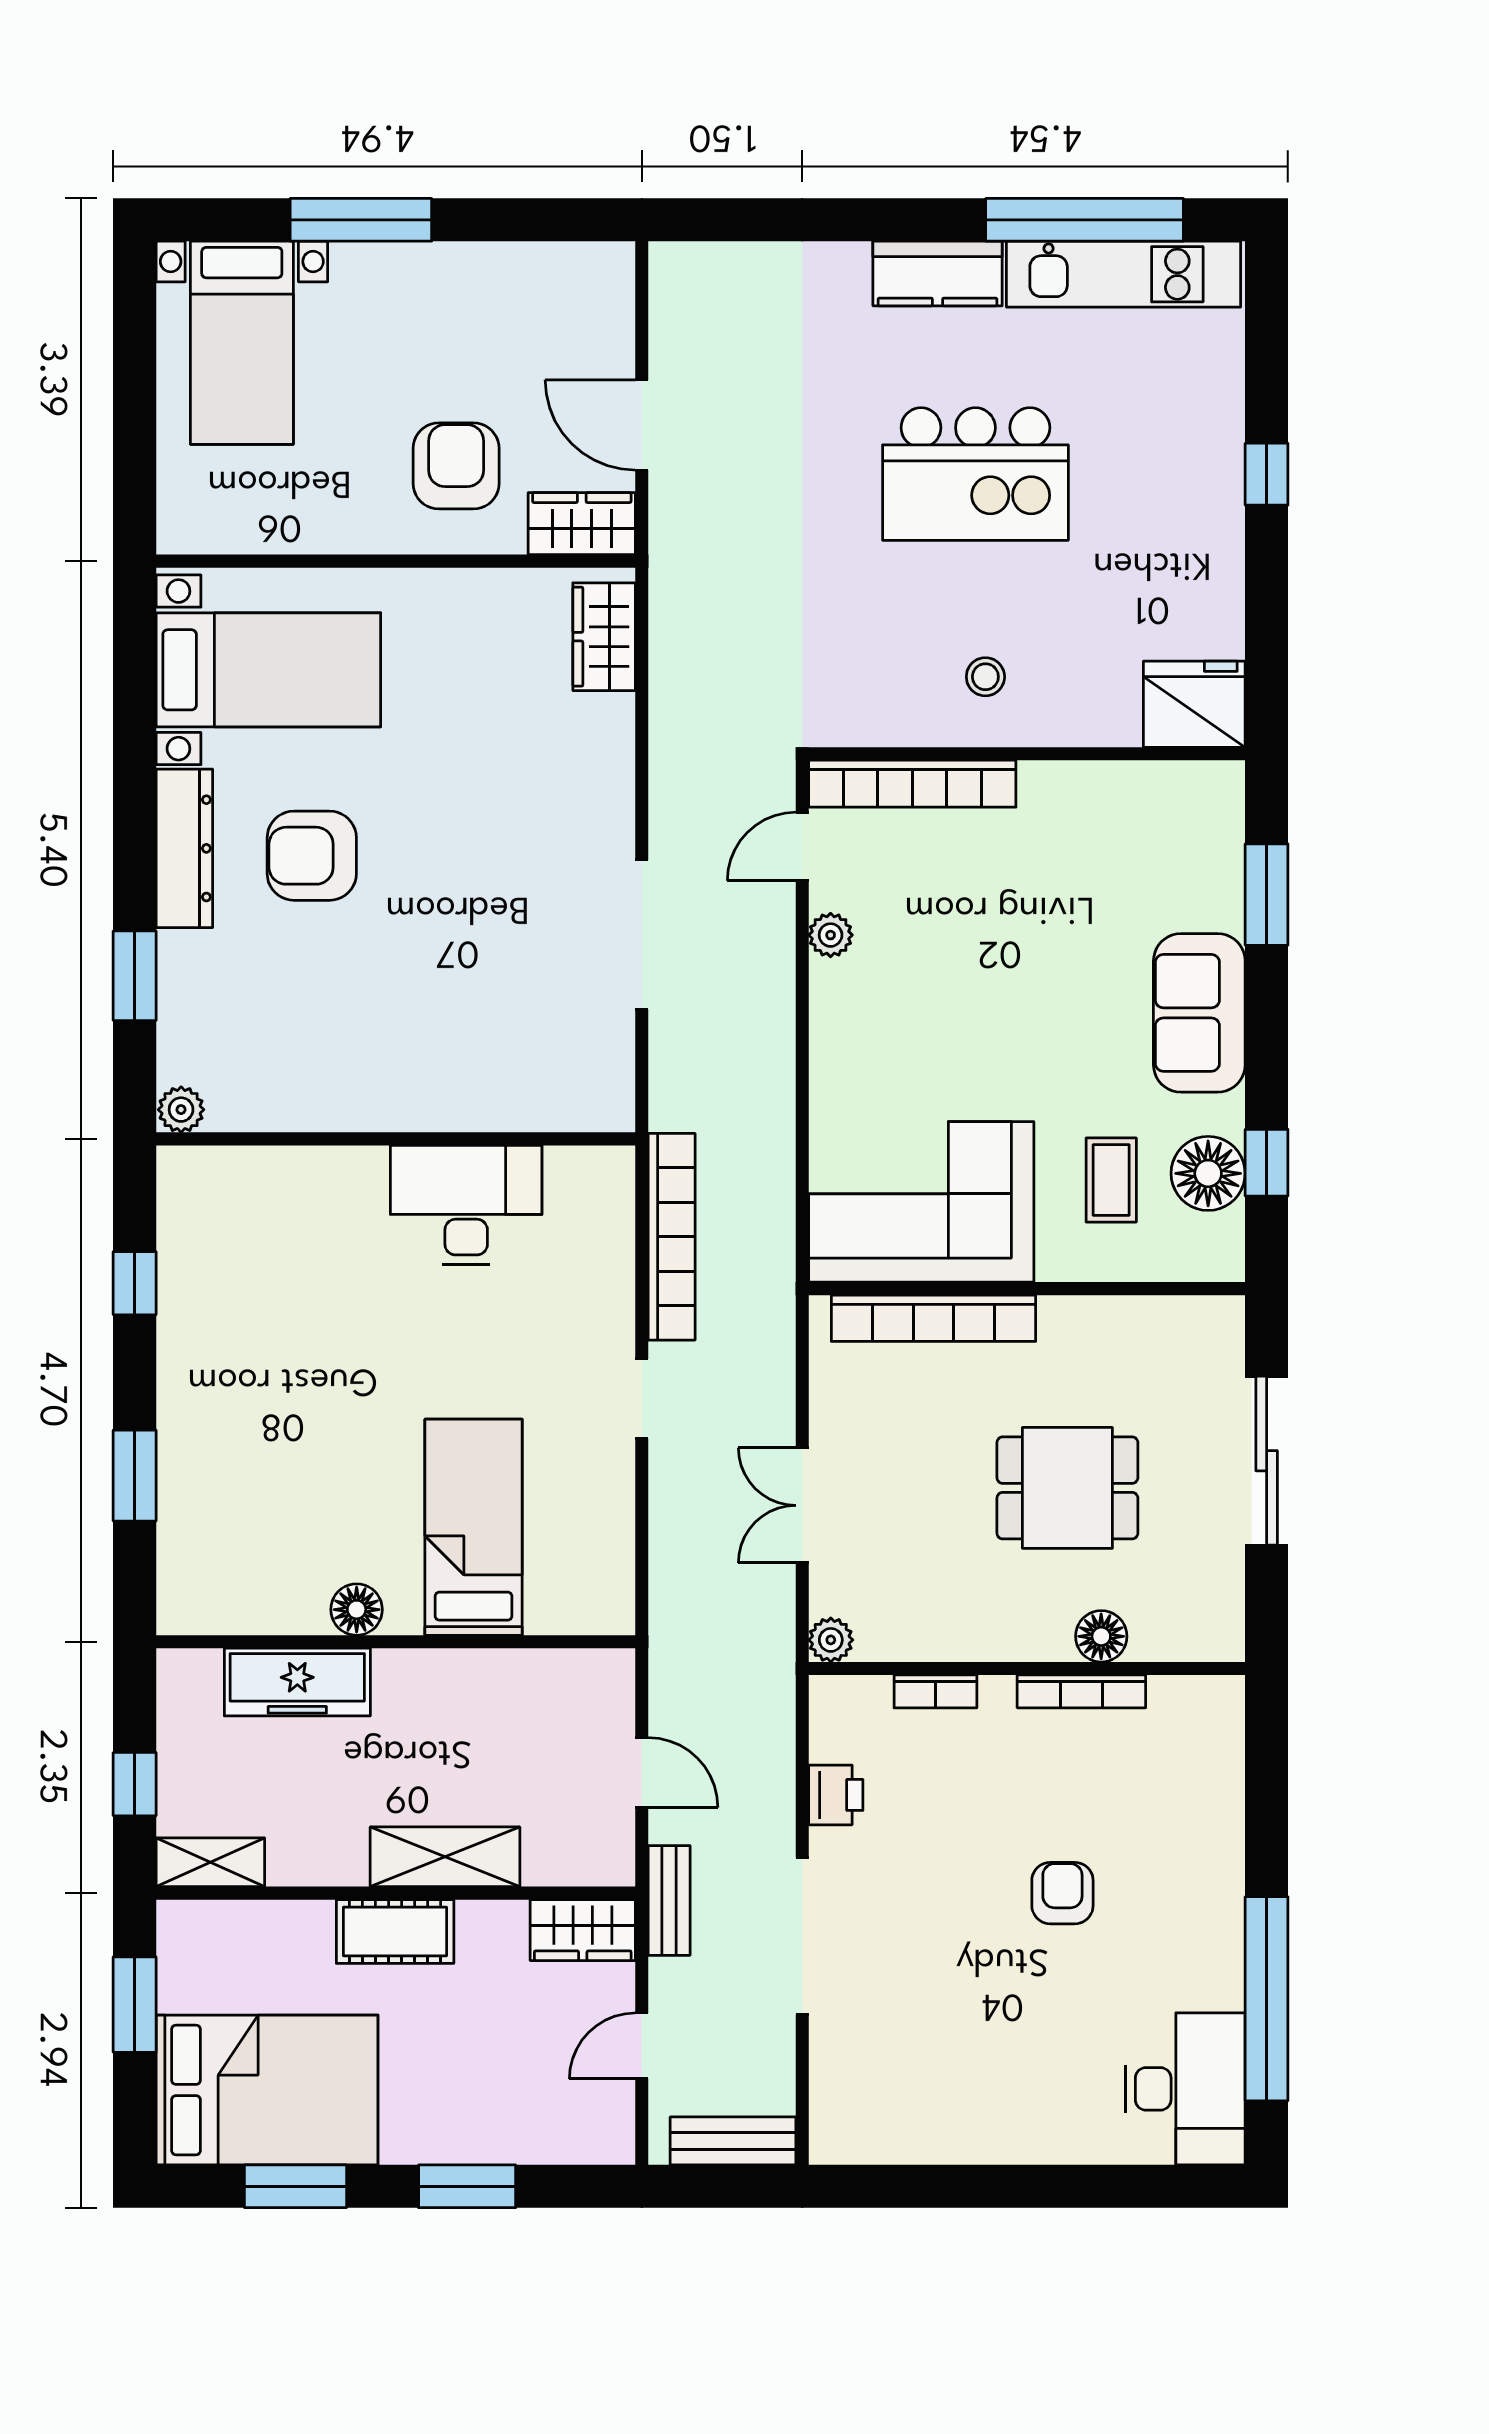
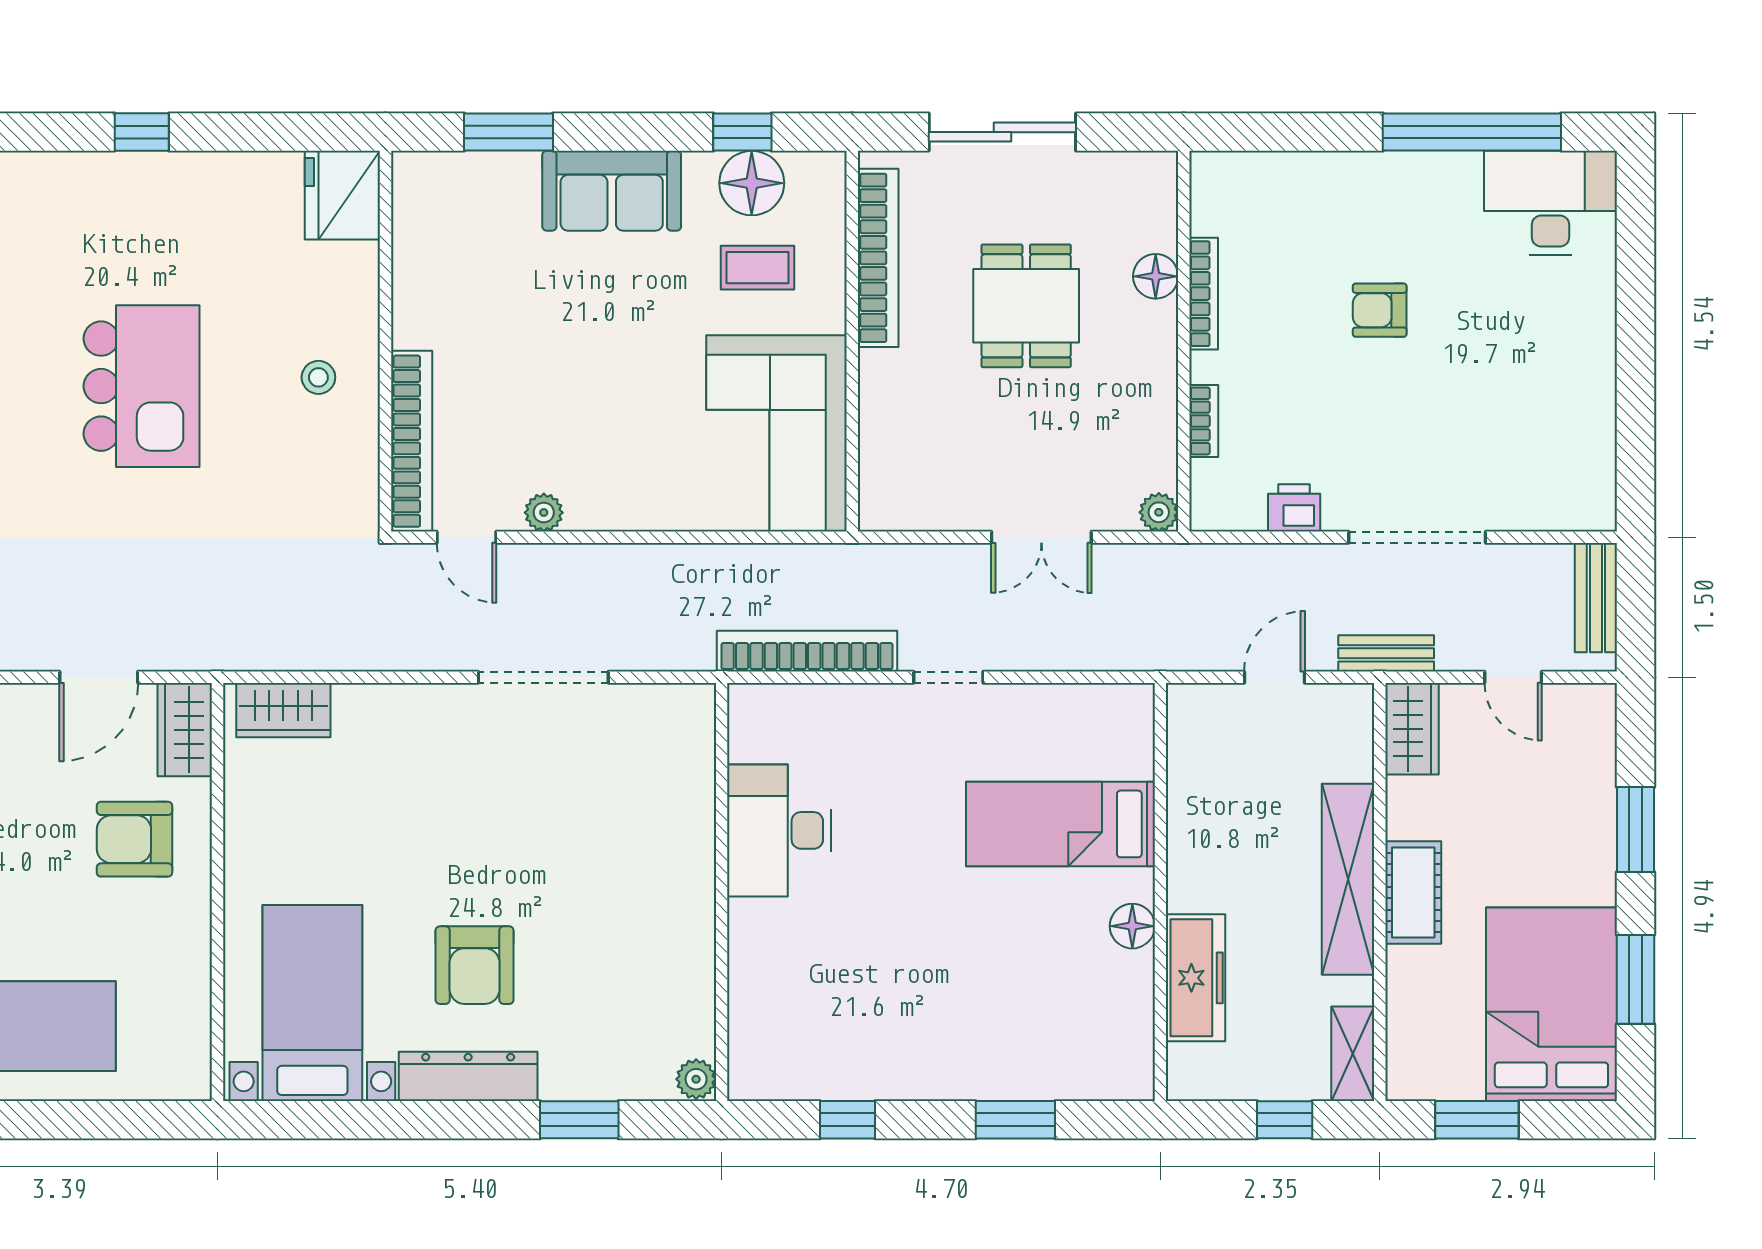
bookcase: (934, 1318) -> (878, 258), moved
shelving: (445, 1857) -> (1348, 879), width x1.47

